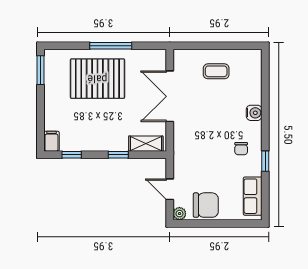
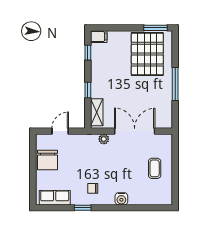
pallet: (97, 79) -> (147, 54), moved
plant: (179, 214) -> (104, 139), moved

